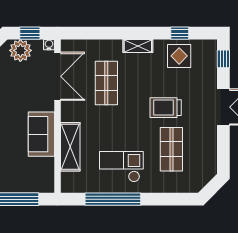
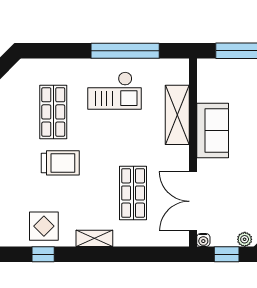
plant: (20, 50) -> (245, 239), width x0.53, depth x0.53

